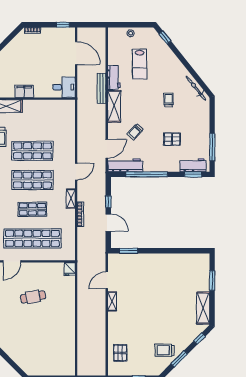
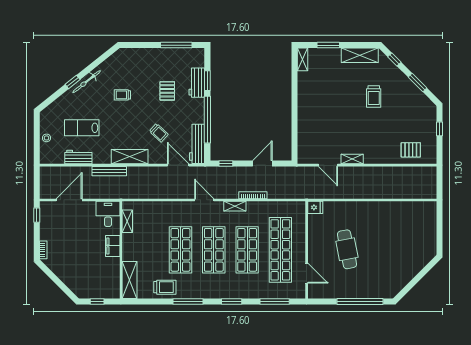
window: (165, 37) -> (73, 82), moved
lab bench: (140, 64) -> (82, 128), turned 180
workbench: (114, 78) -> (78, 157), moved
bicycle: (196, 88) -> (87, 82), moved
filing cabinet: (24, 91) -> (113, 246), moved
shelving: (58, 104) -> (127, 221), added
workbench: (193, 165) -> (197, 83), moved
window: (193, 174) -> (207, 81), moved
window: (108, 202) -> (226, 163), moved
shop shelf: (32, 209) -> (247, 250), width x1.43, depth x1.36
window: (128, 251) -> (294, 140), removed
shelving: (200, 258) -> (302, 59), added
cafe table: (33, 297) -> (347, 249), width x1.37, depth x1.35
trolley: (165, 350) -> (374, 96), moved

